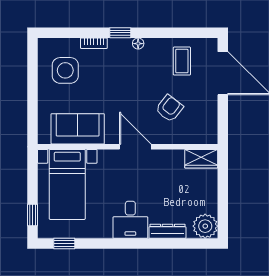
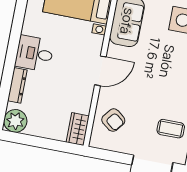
armchair: (169, 108) -> (113, 120), moved

